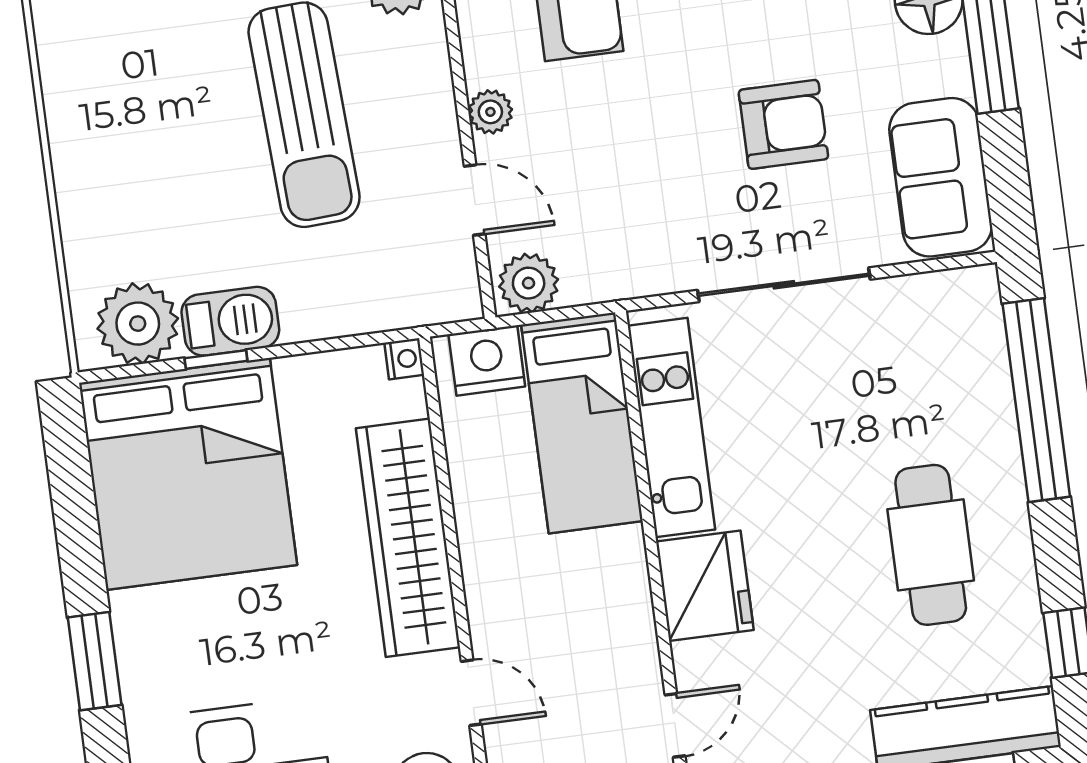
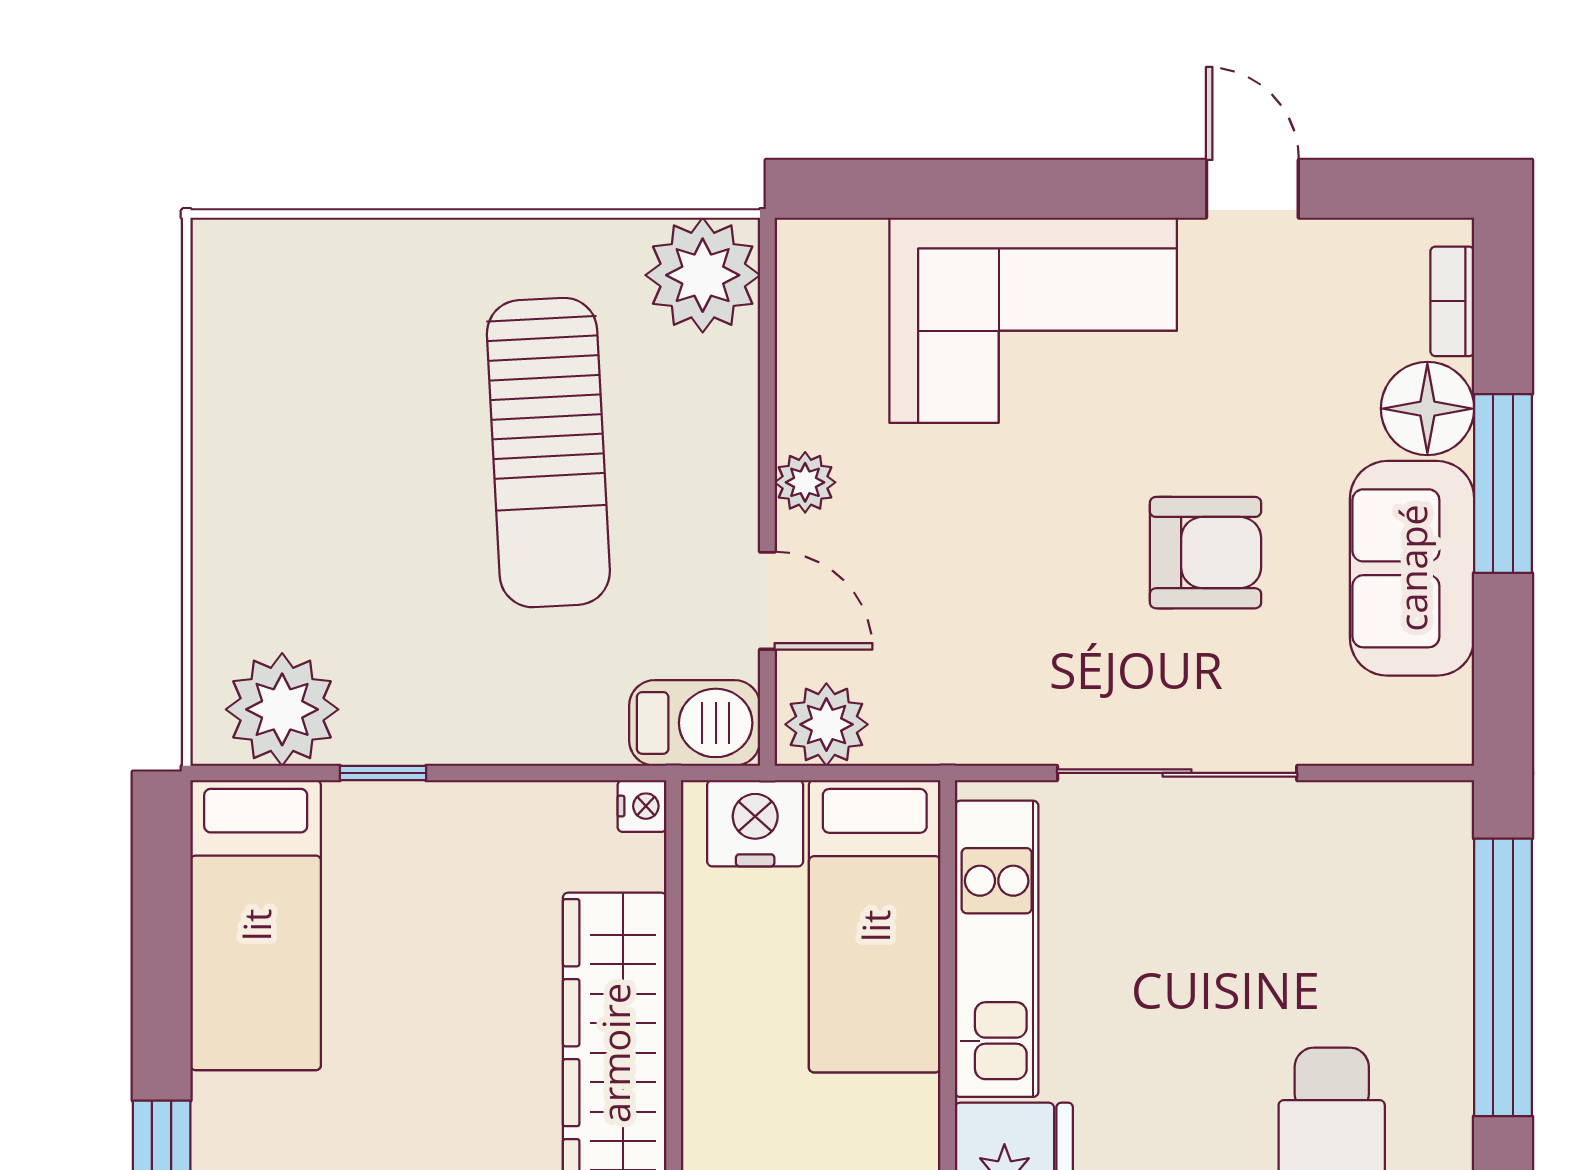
sofa: (941, 177) -> (1412, 568), moved
barbecue: (230, 321) -> (695, 723), moved
bed: (188, 474) -> (256, 925), width x0.49

